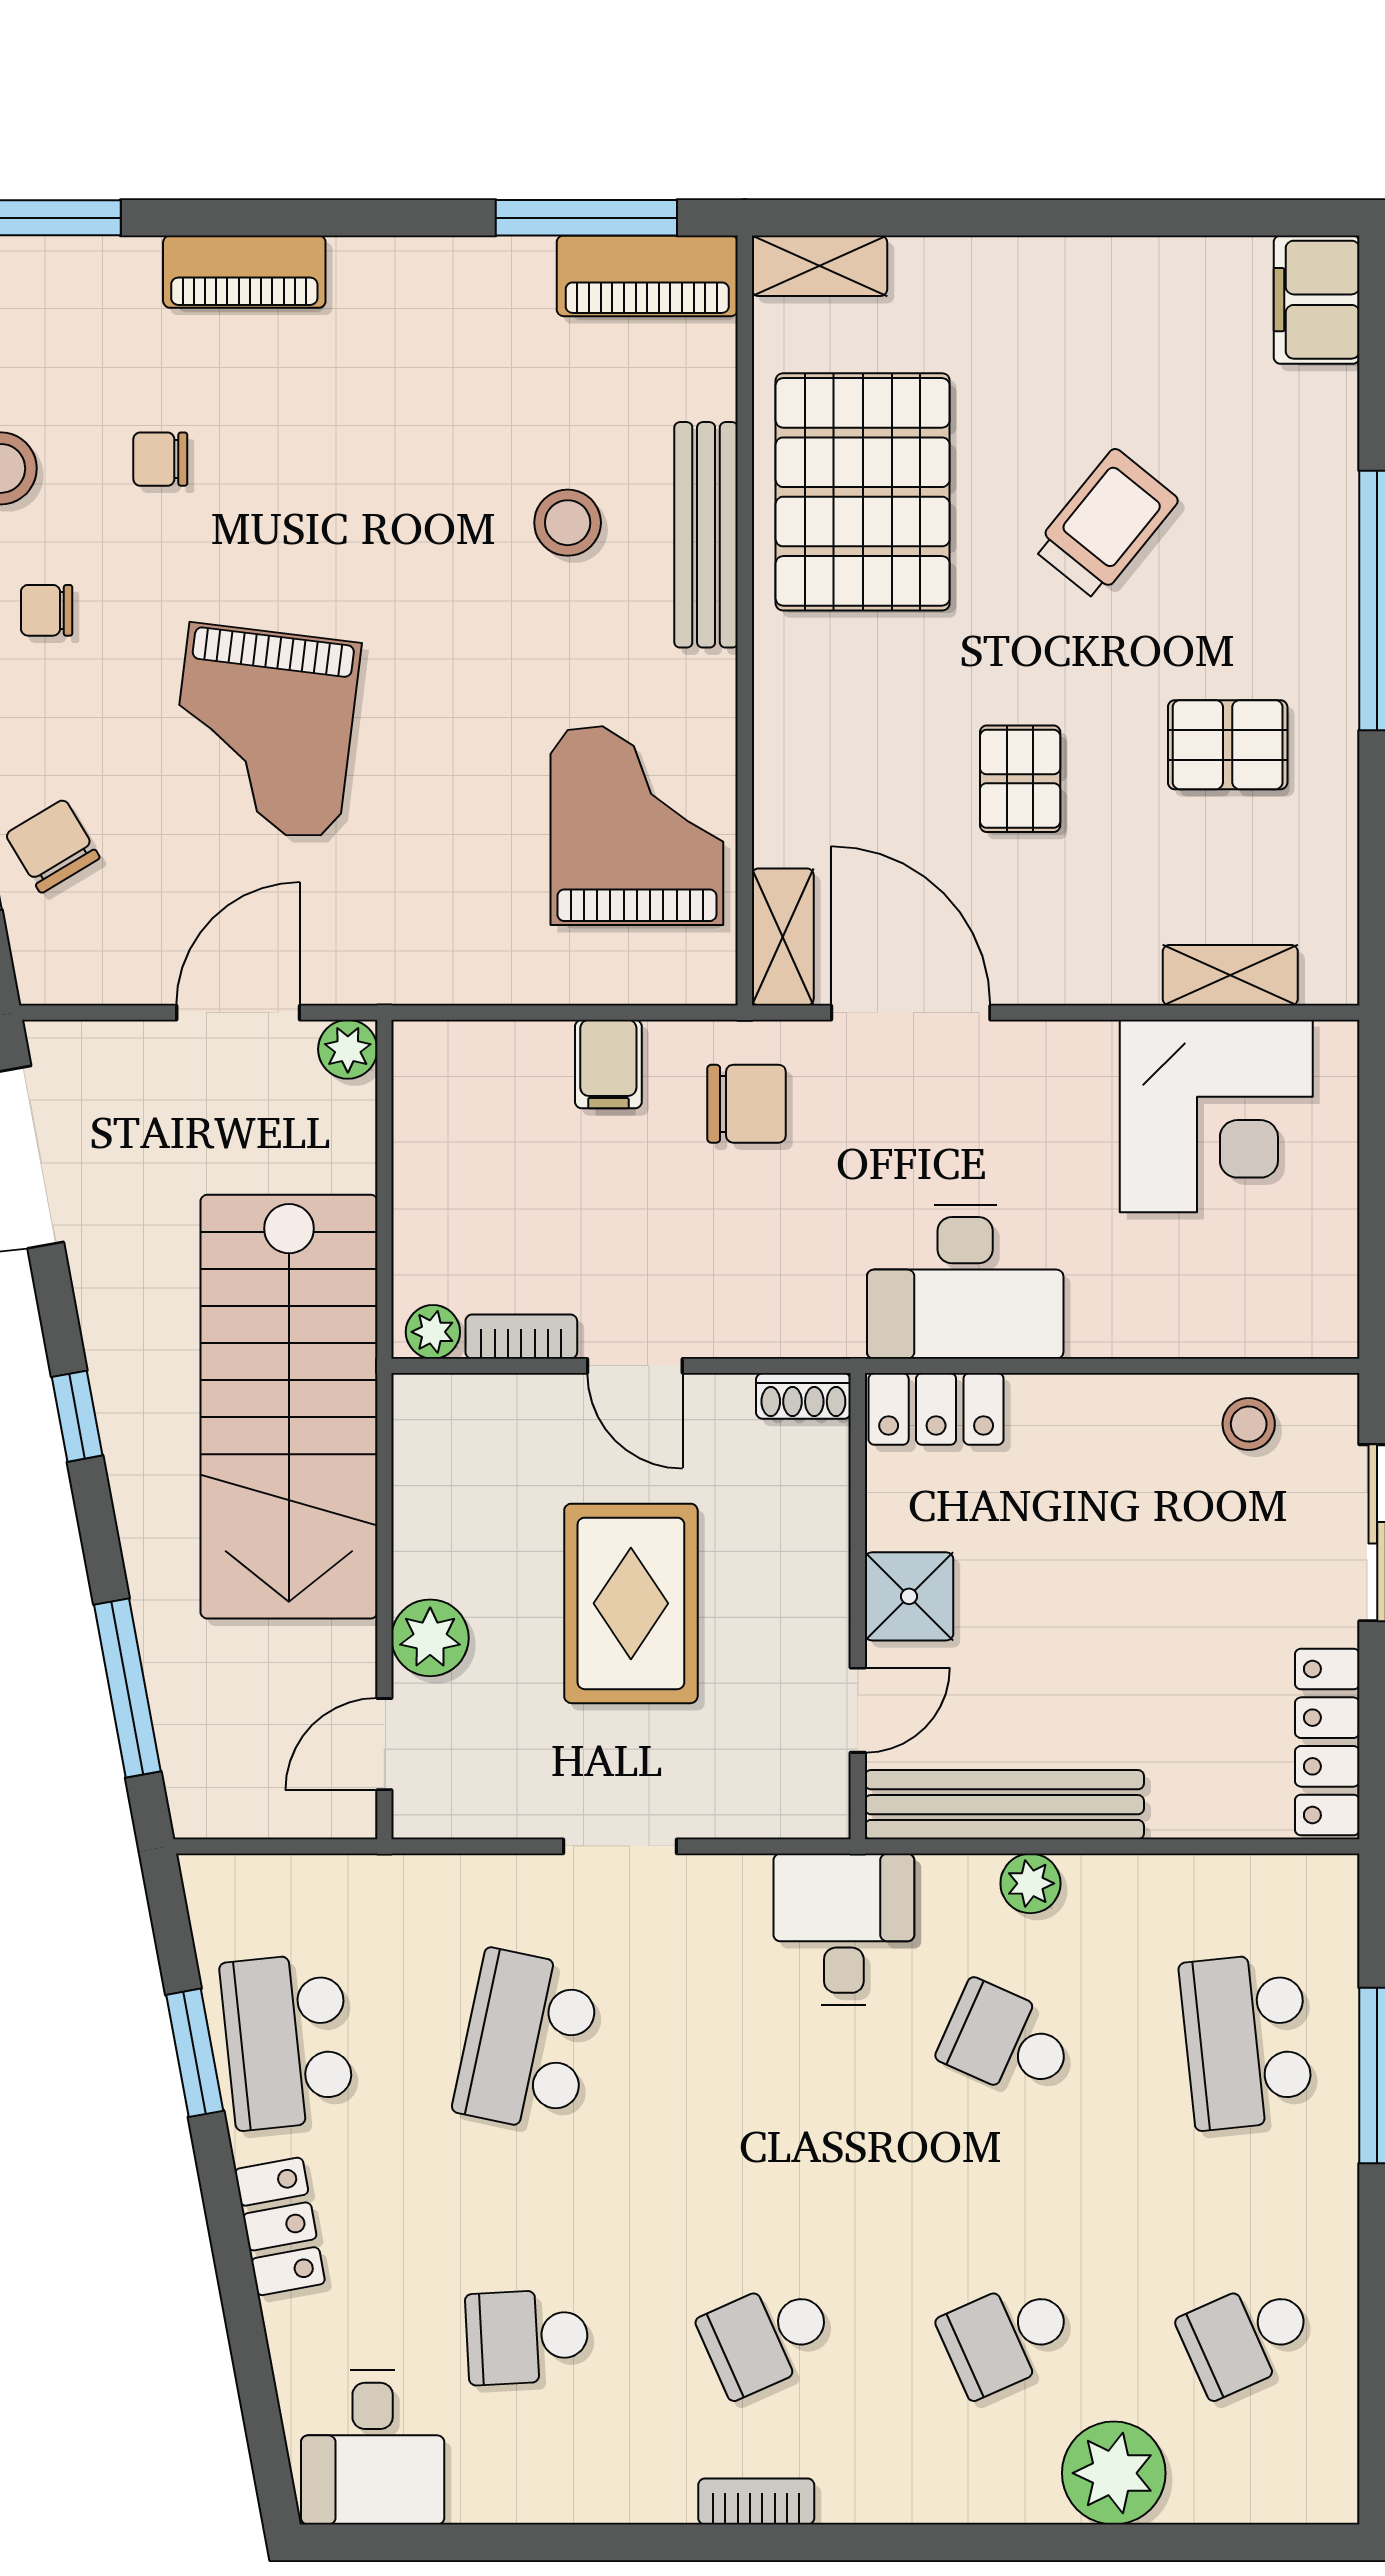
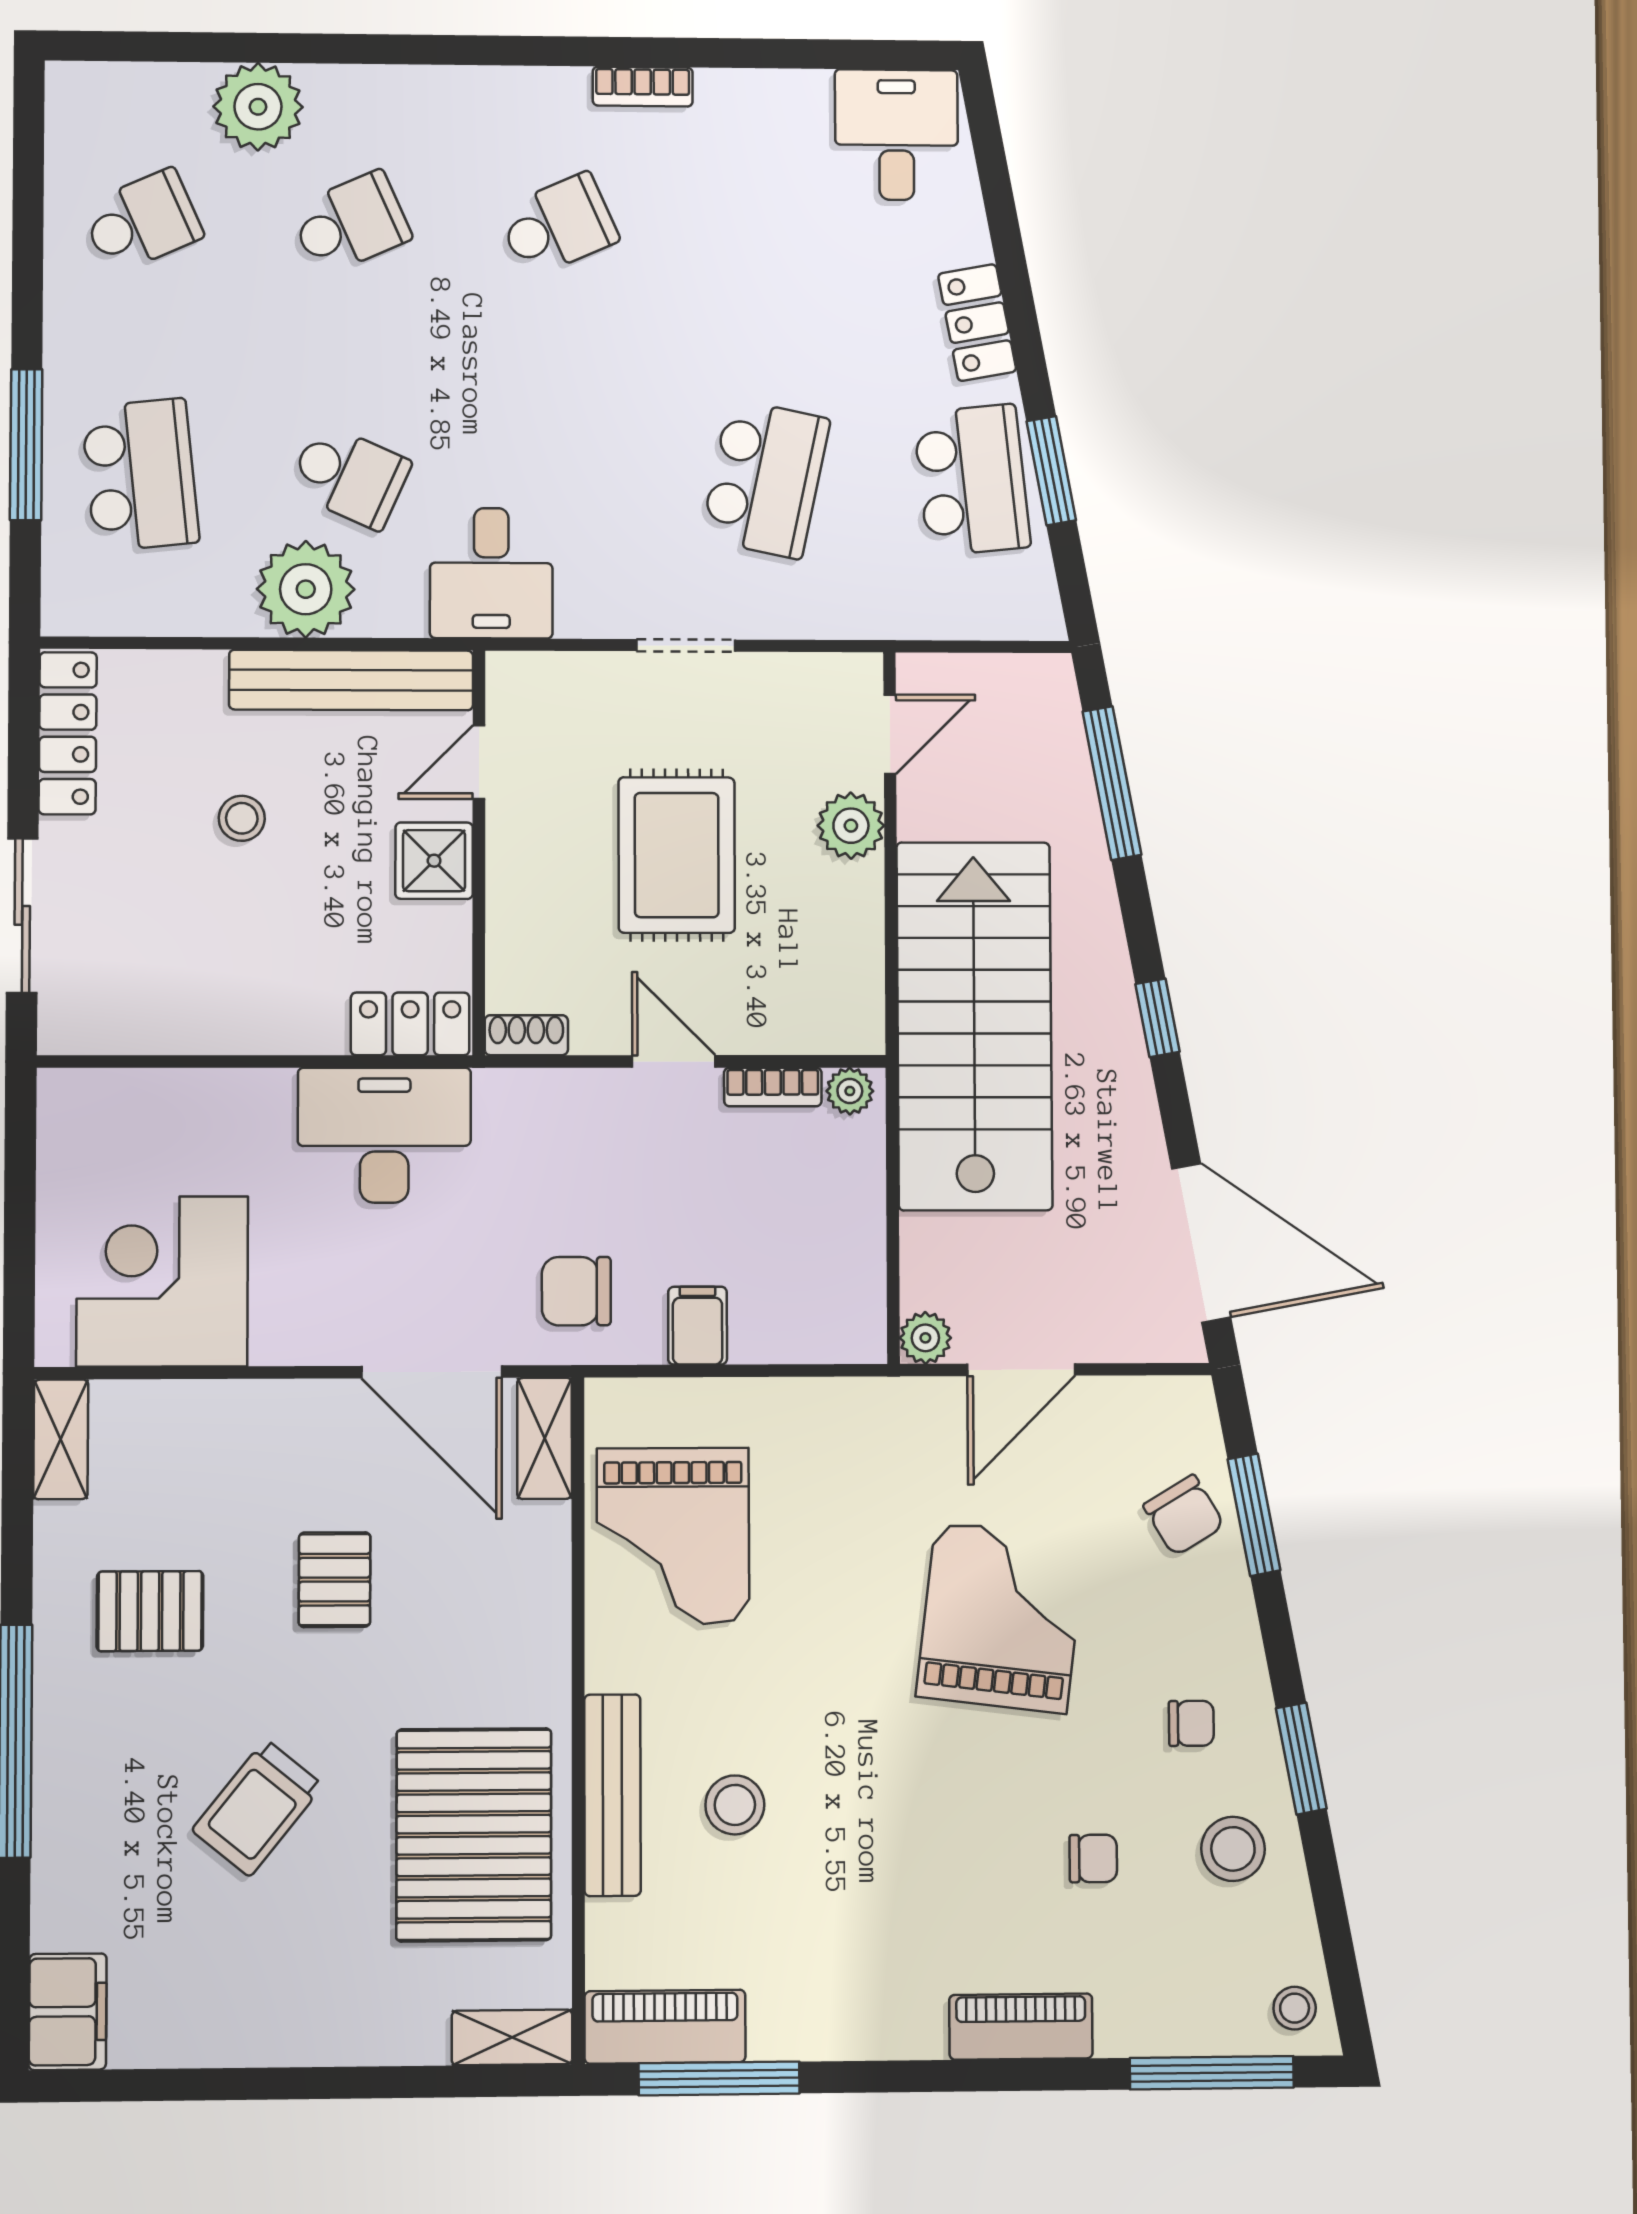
shelving: (1230, 975) -> (61, 1439), moved, turned 90
stool: (1249, 1424) -> (242, 818), moved
plant: (1030, 1883) -> (306, 589), width x1.87, depth x1.87
school desk: (527, 2337) -> (764, 227), removed
bookcase: (756, 2502) -> (643, 87), moved

